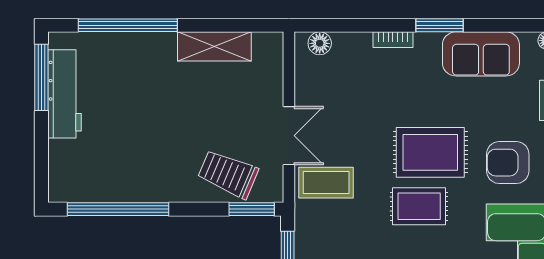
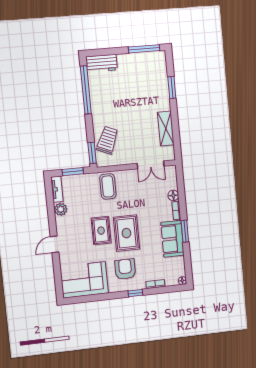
window: (128, 25) -> (172, 87), width x0.47
floor lamp: (320, 43) -> (173, 195), moved
sofa: (481, 54) -> (172, 239), moved
workbench: (65, 94) -> (102, 63), moved, width x0.73
double door: (289, 136) -> (151, 165), moved

